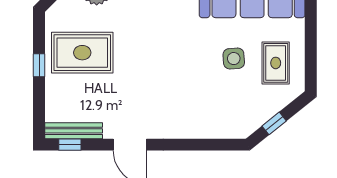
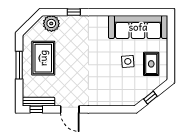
rug: (82, 53) -> (43, 58), turned 90
window: (39, 65) -> (19, 65), width x2.17

